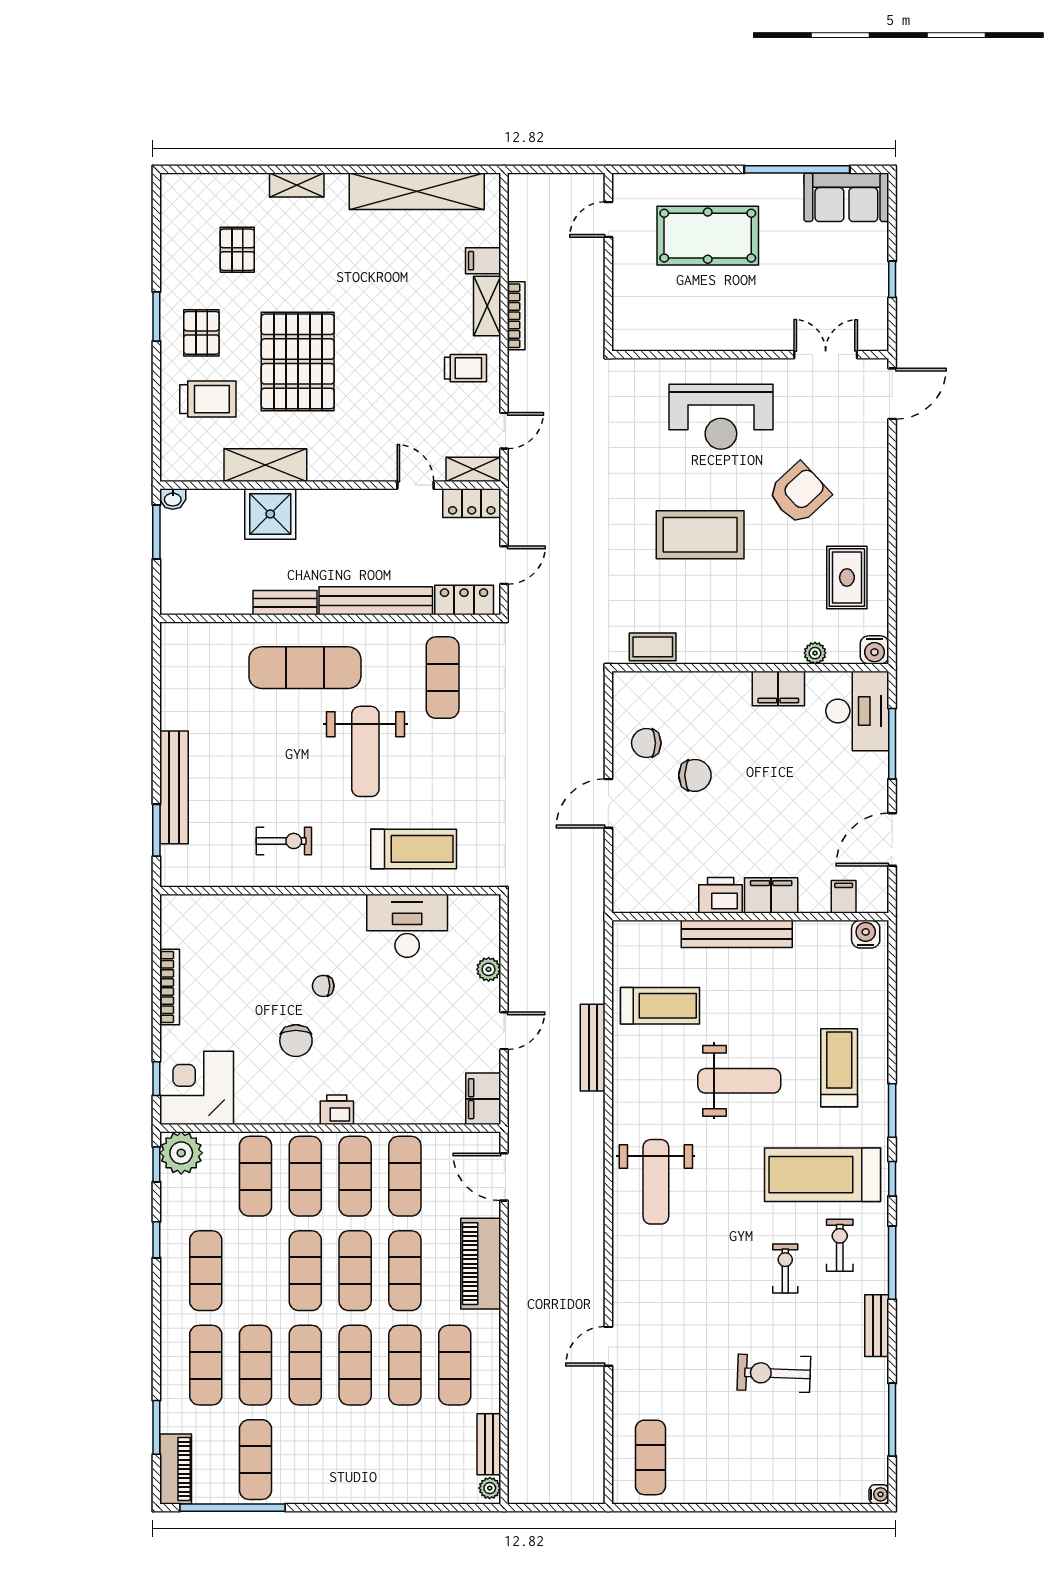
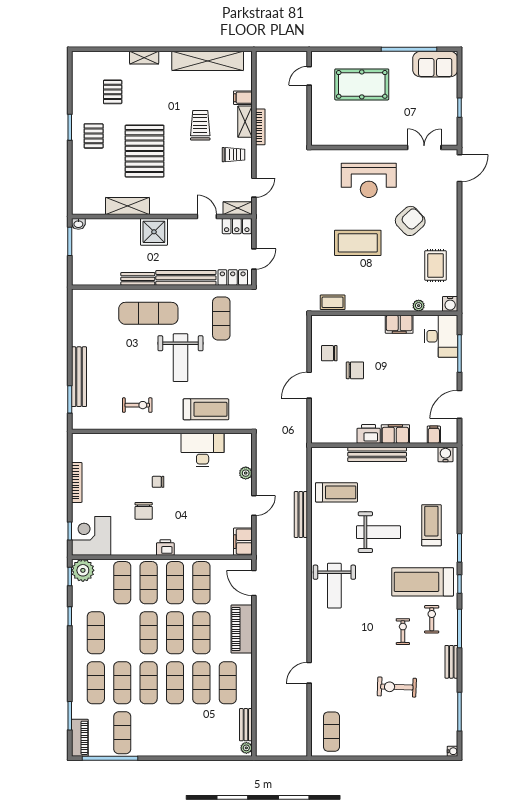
trolley: (208, 399) -> (200, 125), moved, turned -90
shower: (270, 514) -> (154, 232), moved

